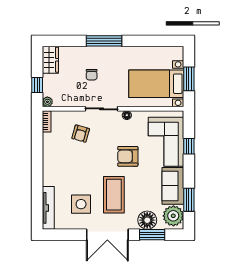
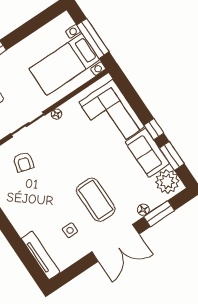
window: (189, 79) -> (93, 38), width x1.44
window: (189, 146) -> (154, 129), moved
armchair: (128, 156) -> (84, 153), removed
side table: (81, 204) -> (70, 230), width x0.54, depth x0.54
floor lamp: (147, 220) -> (143, 210), width x0.53, depth x0.53

